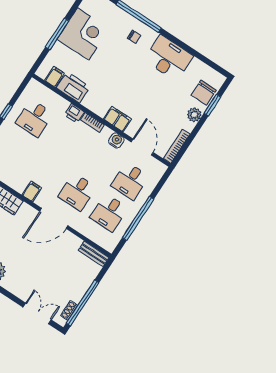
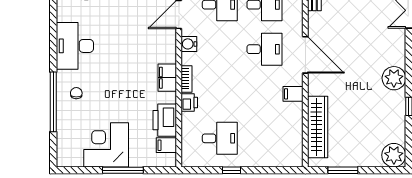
filing cabinet: (117, 119) -> (167, 78), moved

